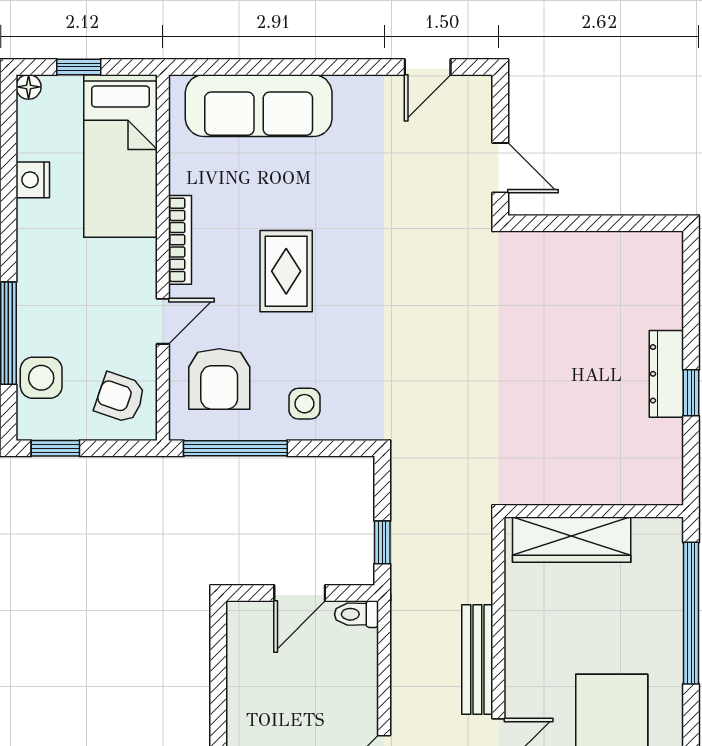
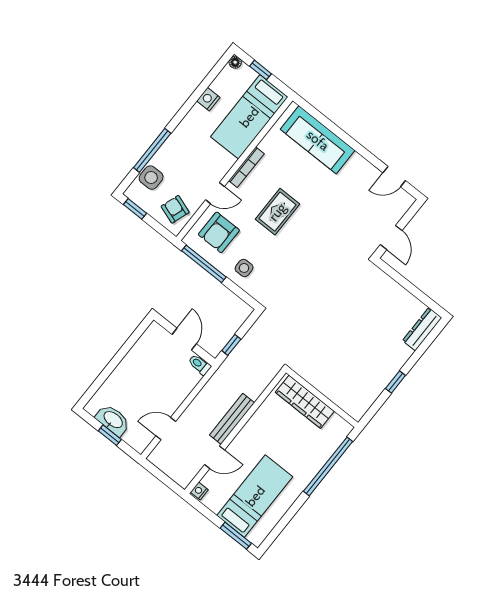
dresser: (666, 374) -> (422, 329), moved
door: (300, 593) -> (184, 339), swing flipped

